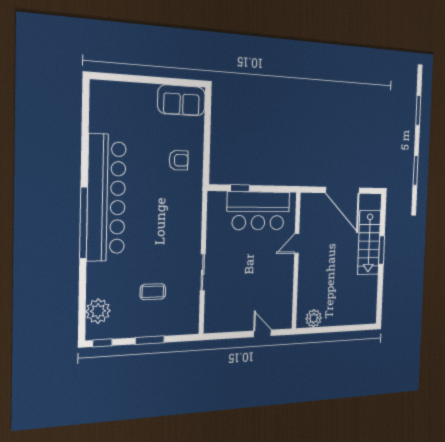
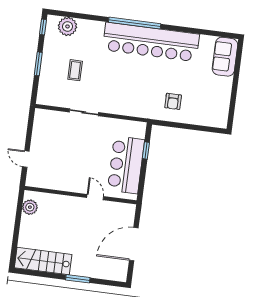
sofa: (182, 100) -> (225, 57), moved
stairs: (369, 243) -> (43, 261), moved
door: (262, 333) -> (26, 159), swing flipped

